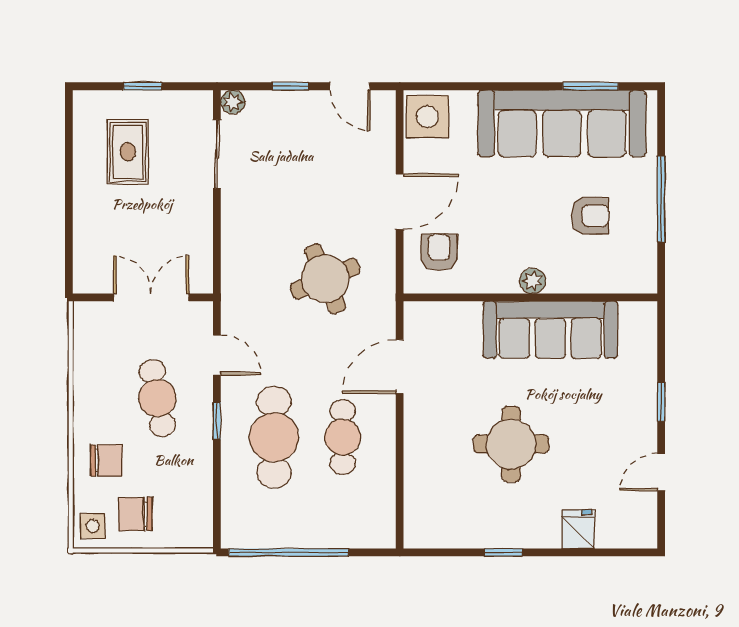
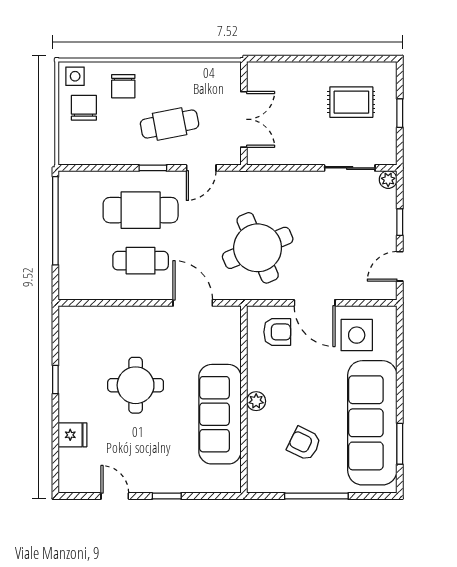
side table: (427, 117) -> (357, 335), moved
armchair: (590, 216) -> (304, 444), turned 116
round table: (325, 279) -> (258, 248), width x1.36, depth x1.36

